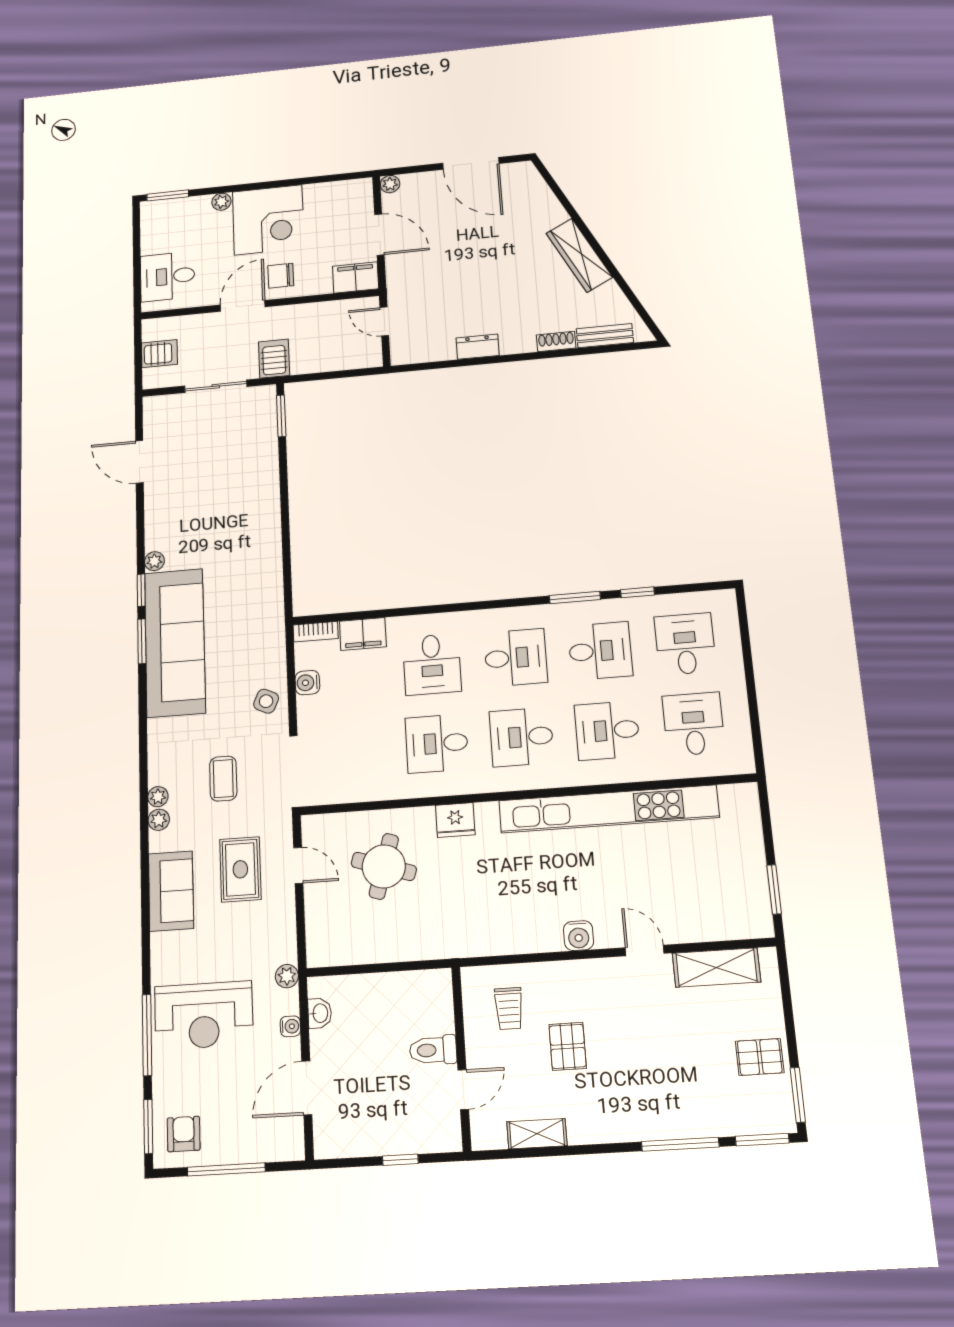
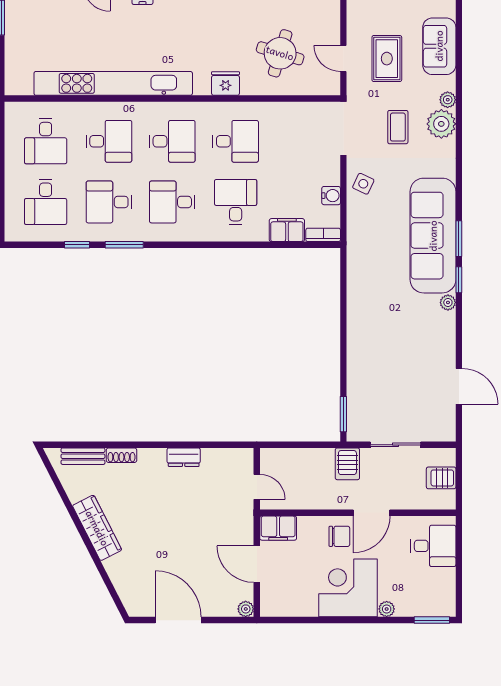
plant: (158, 797) -> (441, 124), width x1.88, depth x1.88

